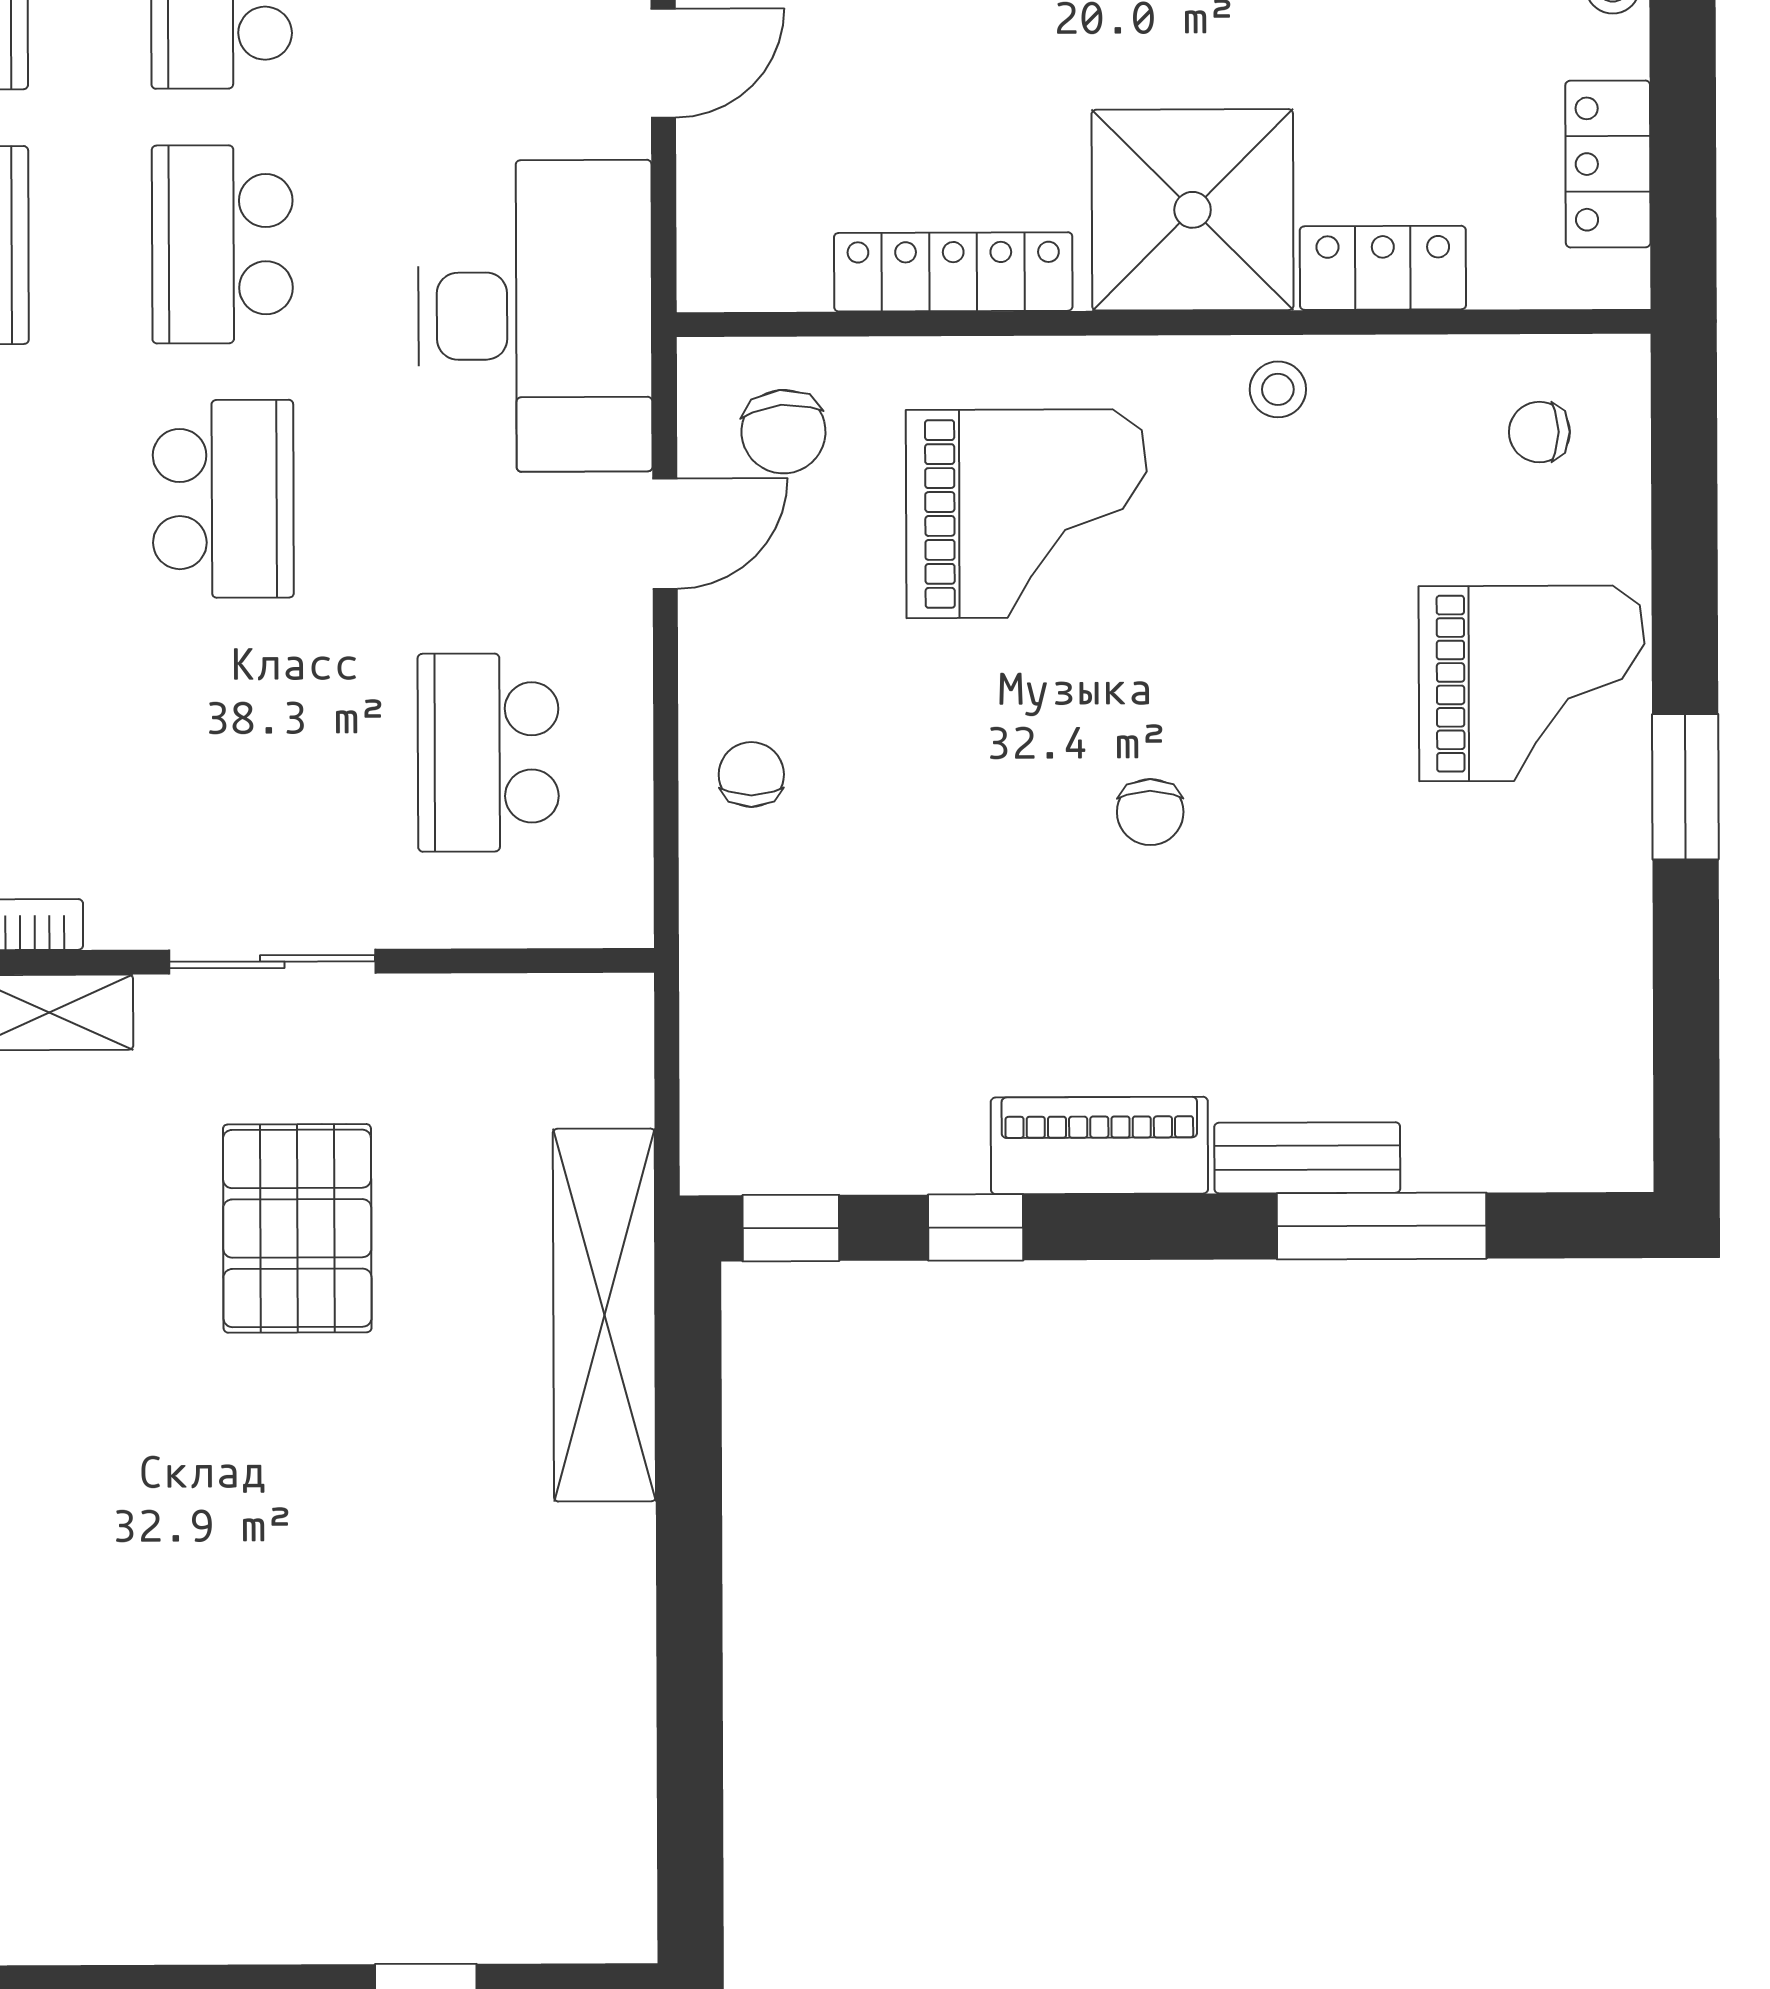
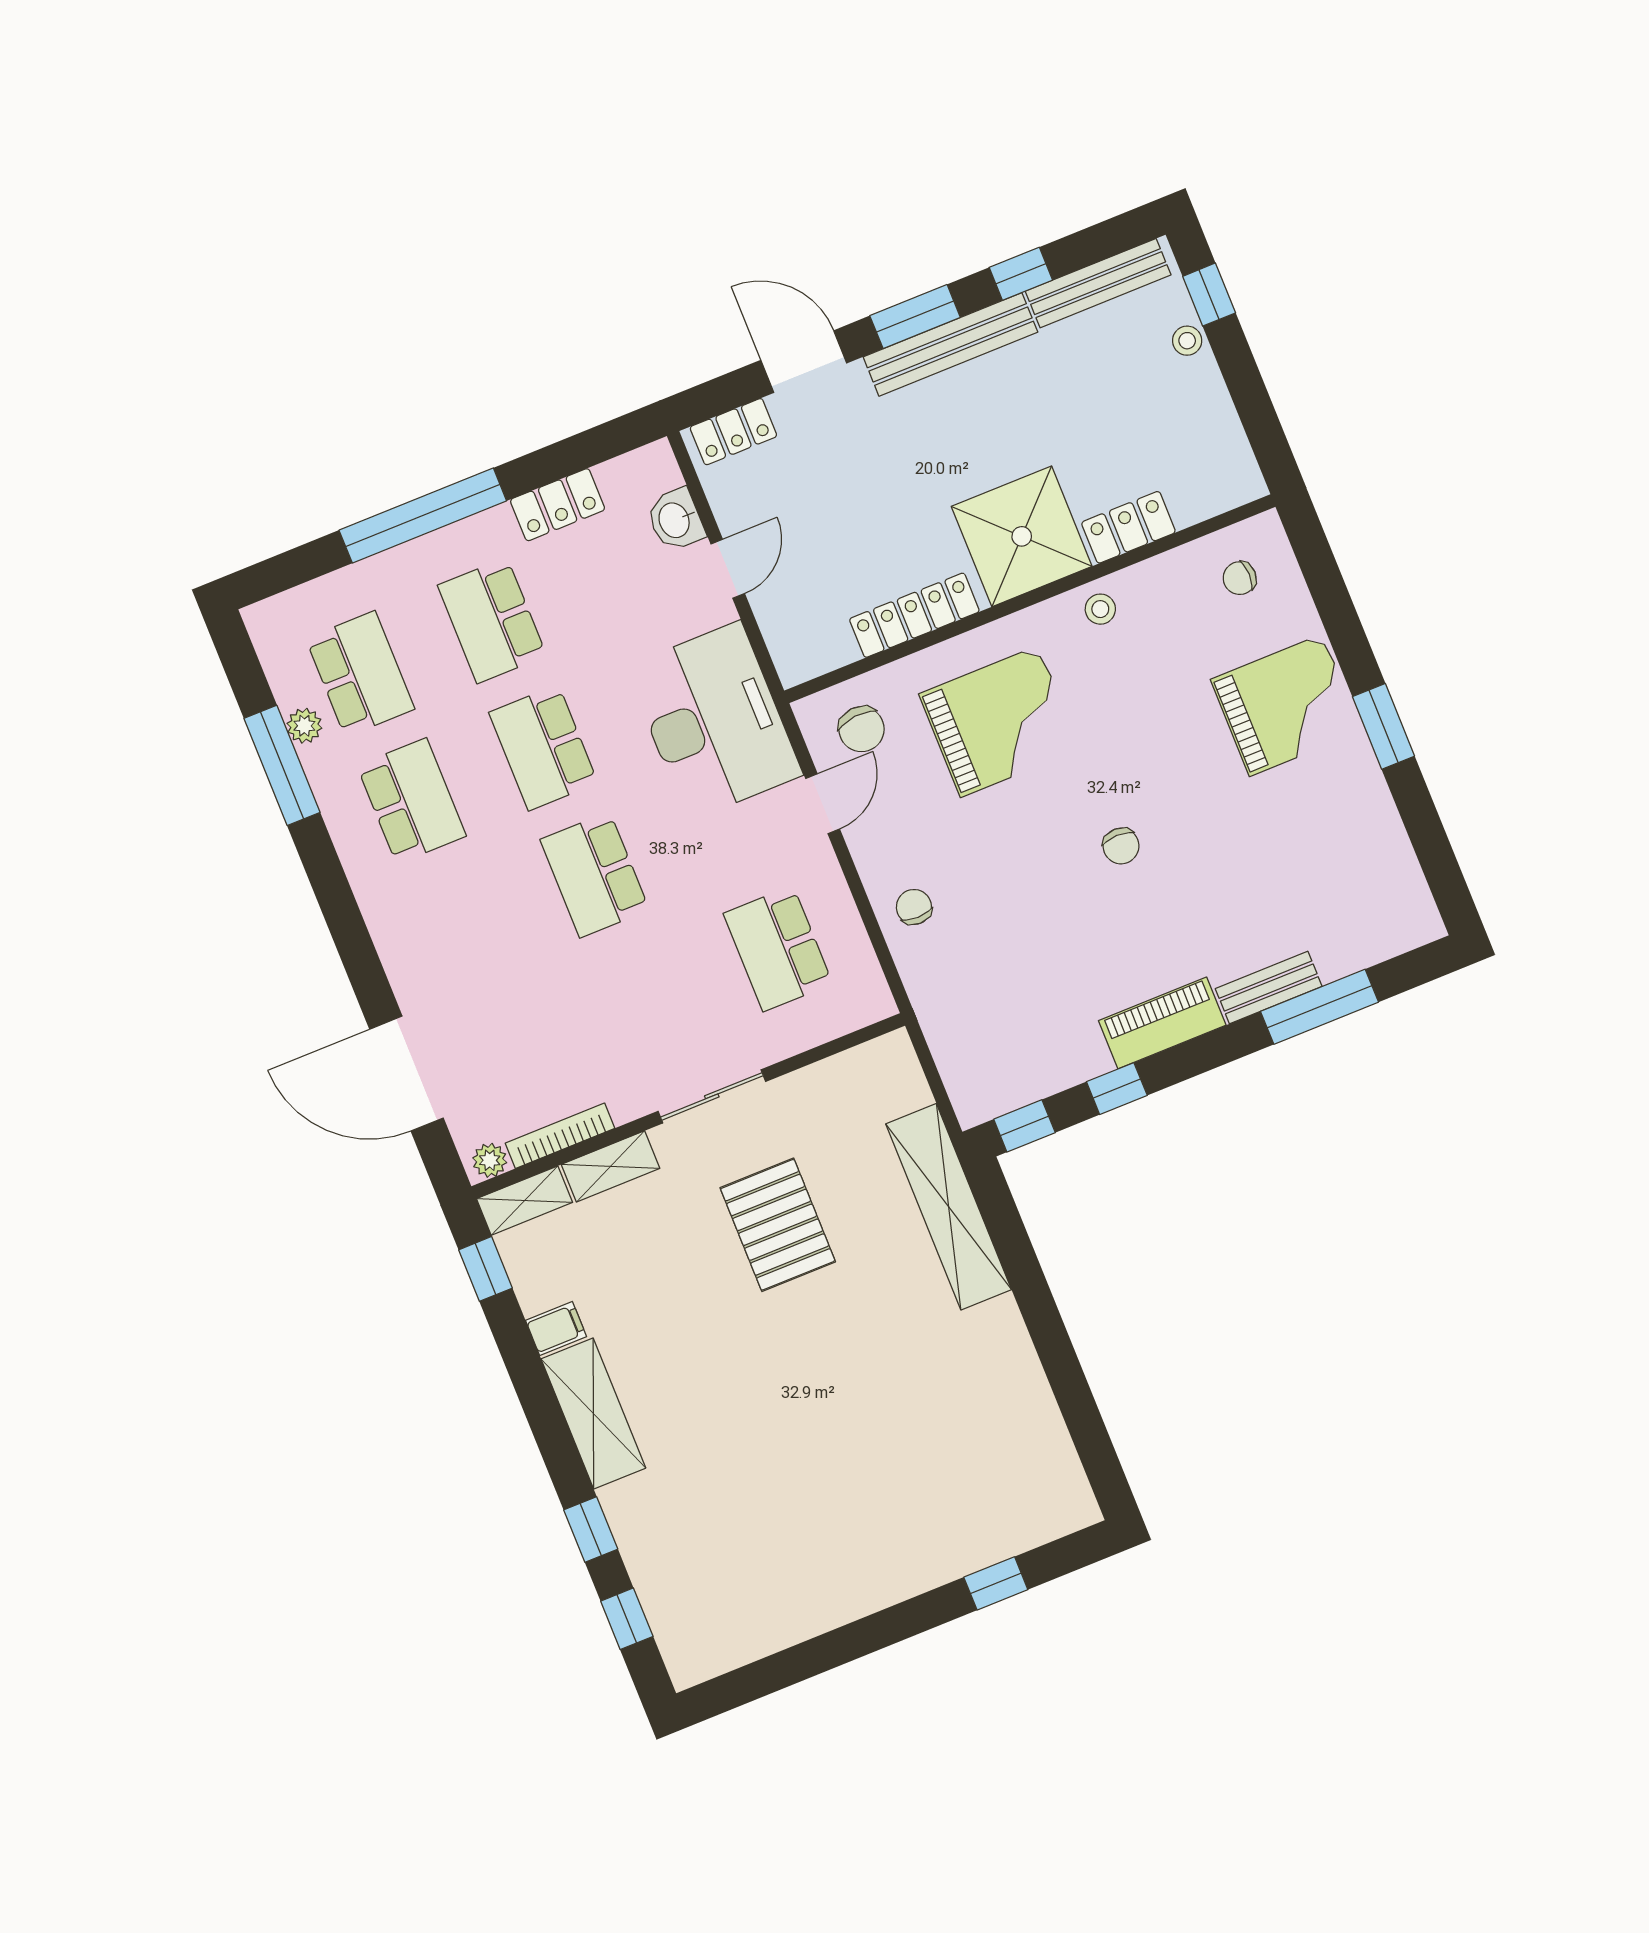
locker: (1608, 164) -> (1220, 430), removed
school desk: (223, 499) -> (595, 875), turned 180

